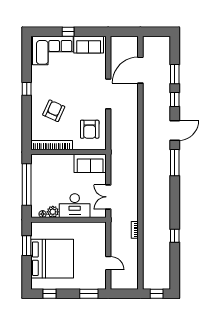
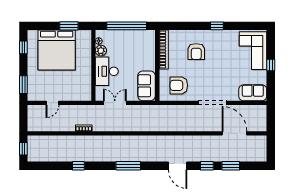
sofa: (89, 45) -> (253, 93), moved, turned 90
armchair: (54, 111) -> (196, 52), turned 66
window: (175, 163) -> (128, 166), moved

